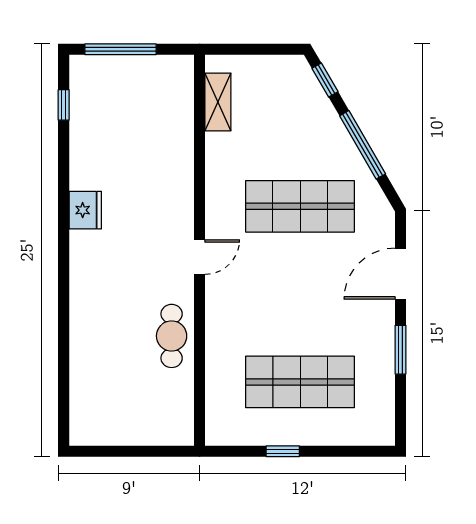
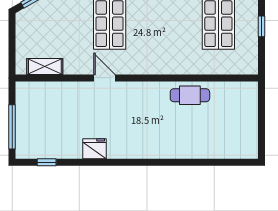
fridge: (85, 210) -> (95, 149), moved
door: (199, 257) -> (104, 78), moved

